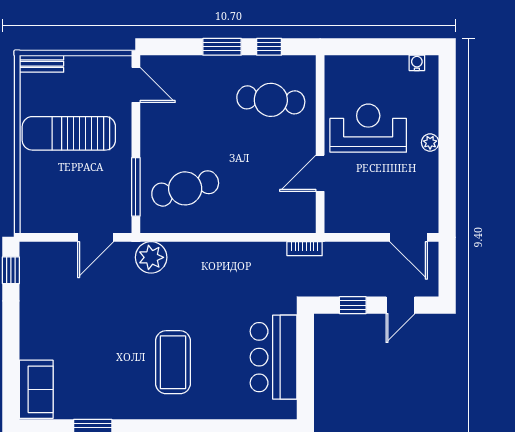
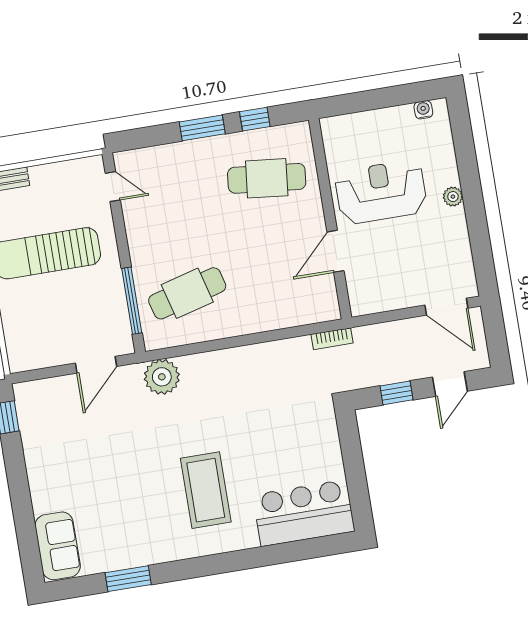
door: (136, 85) -> (113, 187), width x0.73
bar counter: (273, 357) -> (304, 513), moved, turned 90

